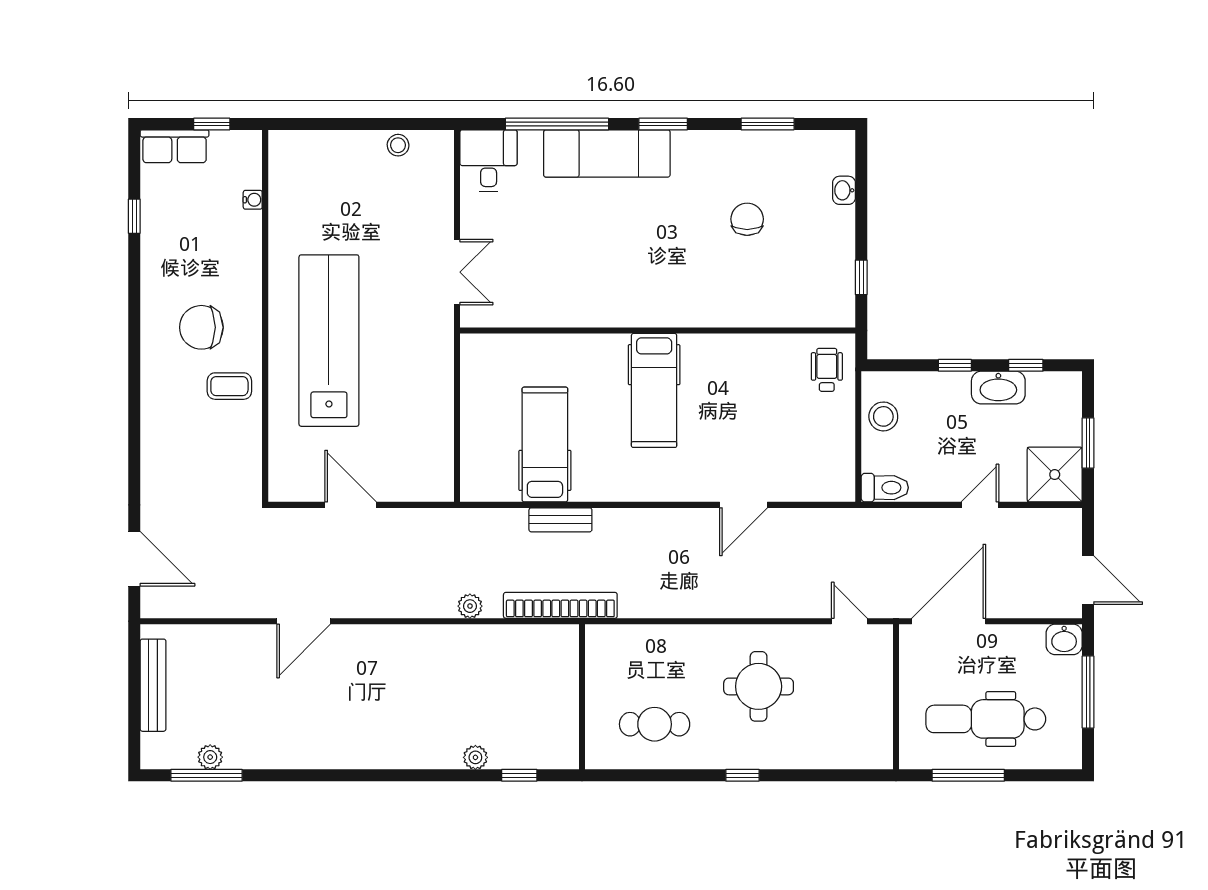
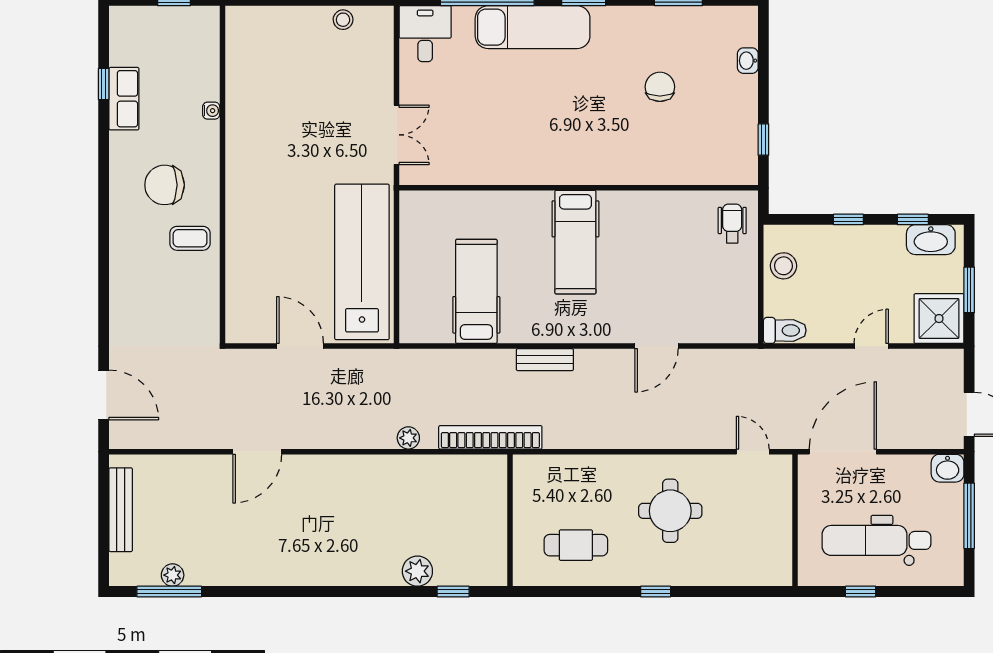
row of seats: (175, 146) -> (124, 99), moved, turned -90
water cooler: (253, 200) -> (211, 111), moved
lab bench: (329, 341) -> (362, 262), moved
washbasin: (998, 388) -> (931, 240), moved
bench: (560, 520) -> (545, 360), moved
plant: (475, 757) -> (417, 571), width x1.38, depth x1.38
window: (968, 775) -> (861, 592), width x0.46

